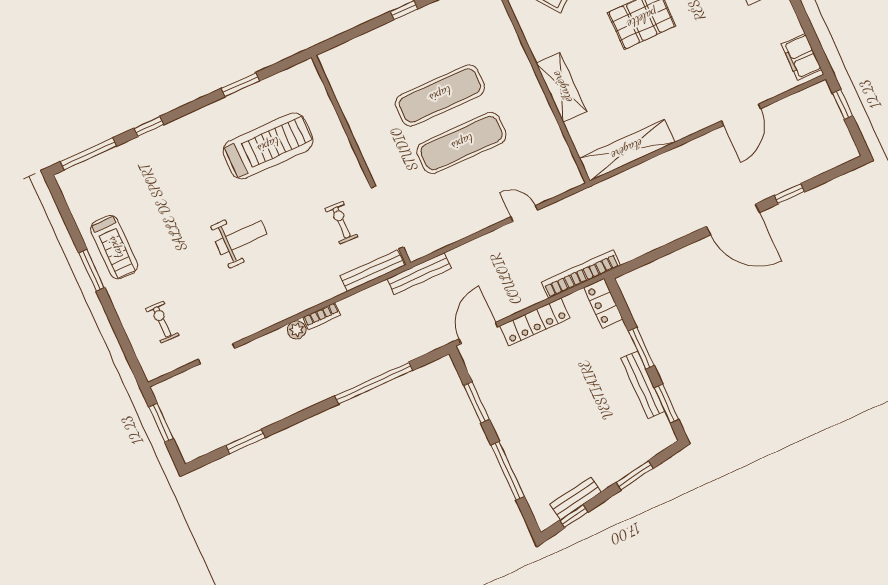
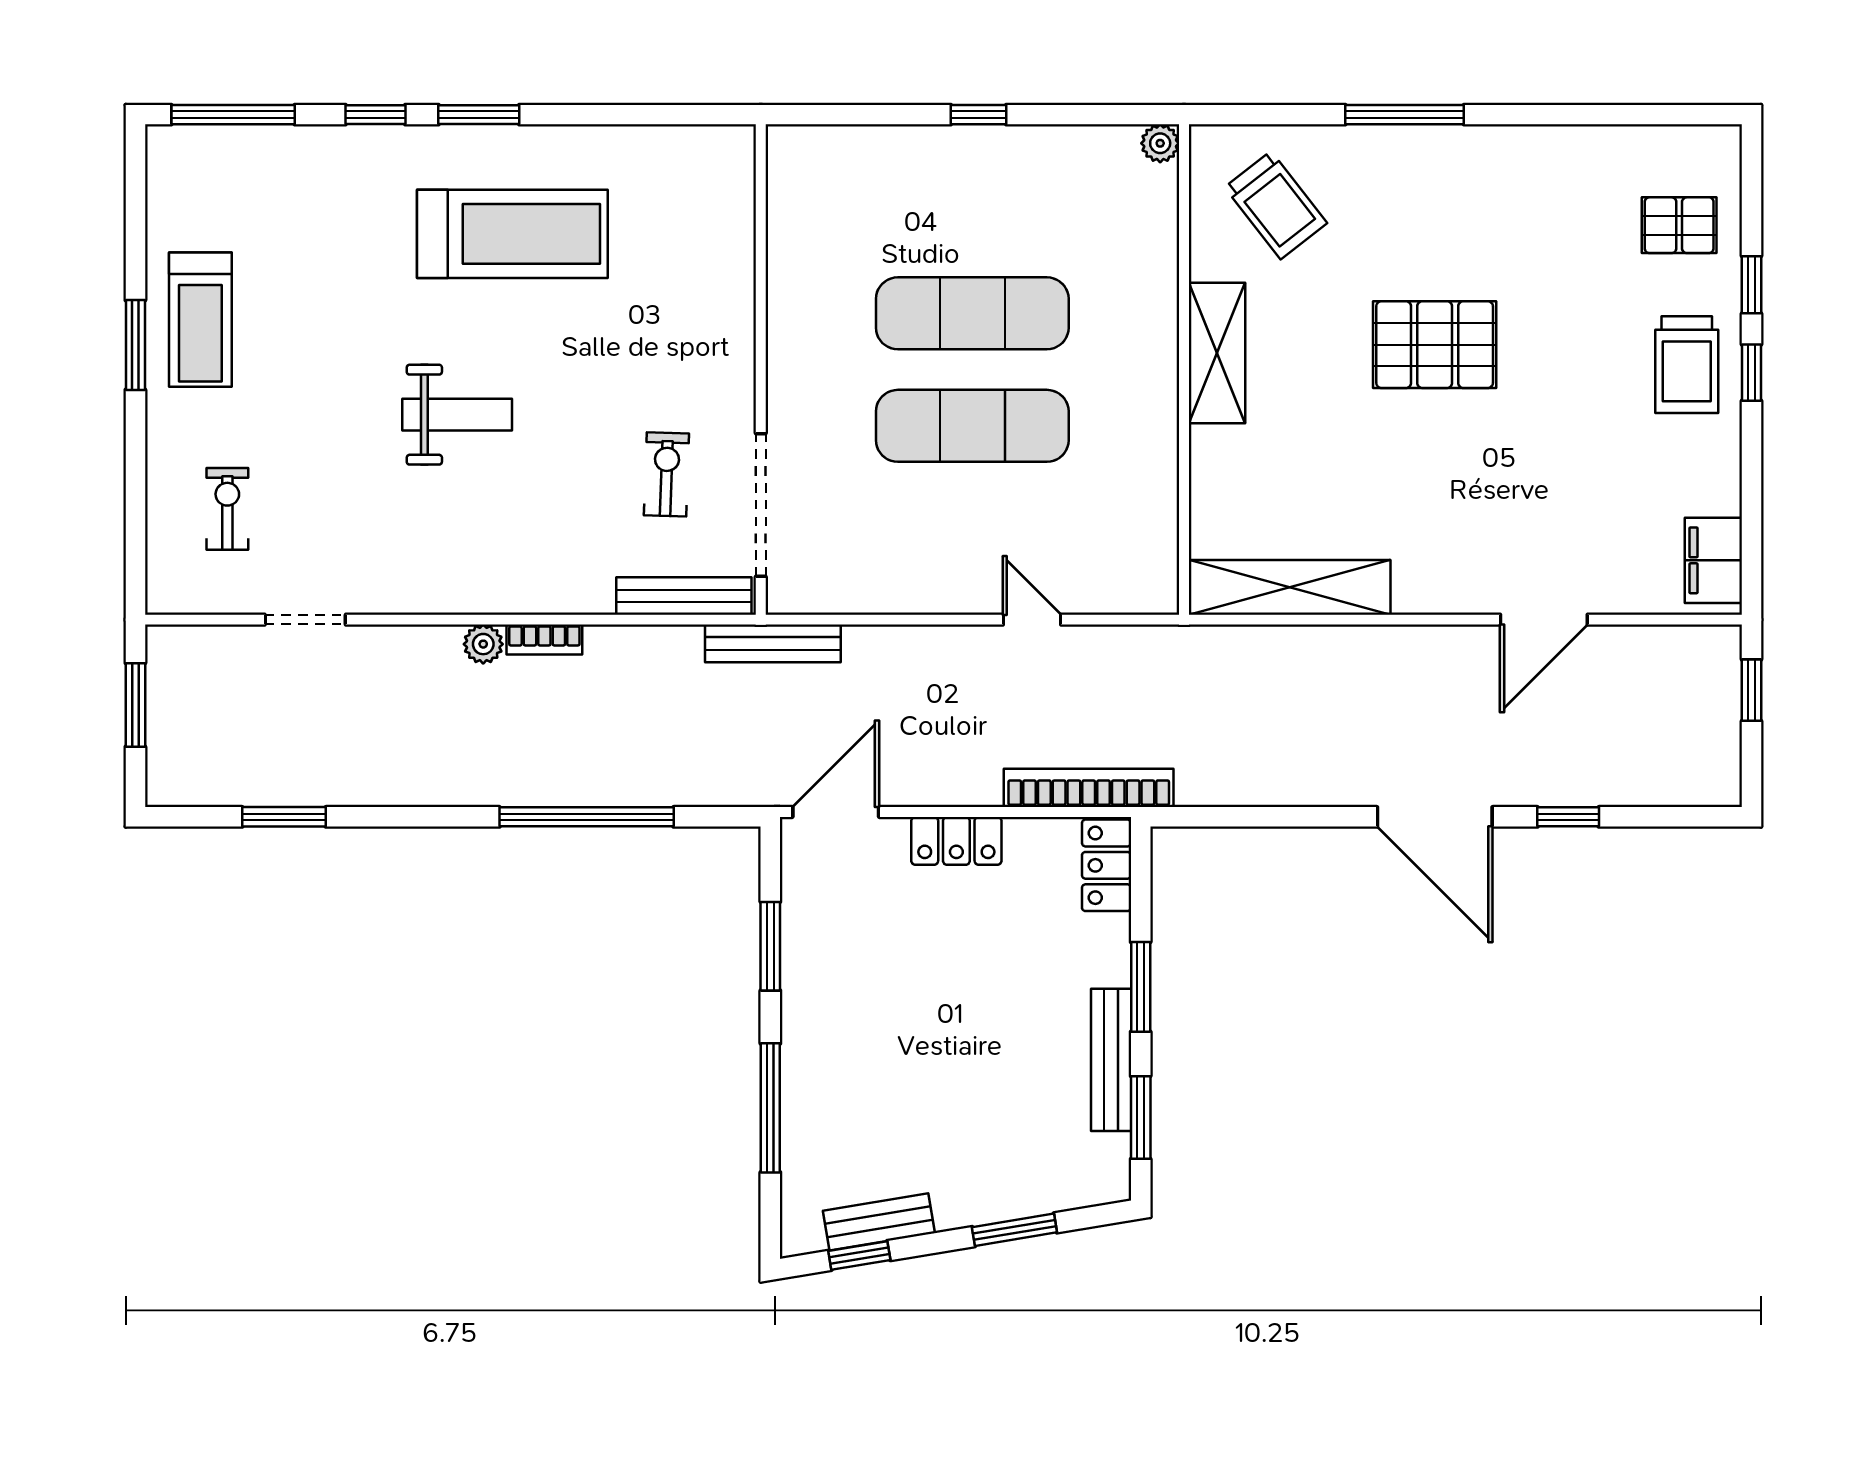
window: (240, 85) -> (479, 115), moved
shelving: (561, 87) -> (1217, 353), moved
treadmill: (268, 146) -> (512, 234), moved
locker: (535, 322) -> (956, 841), width x0.66

